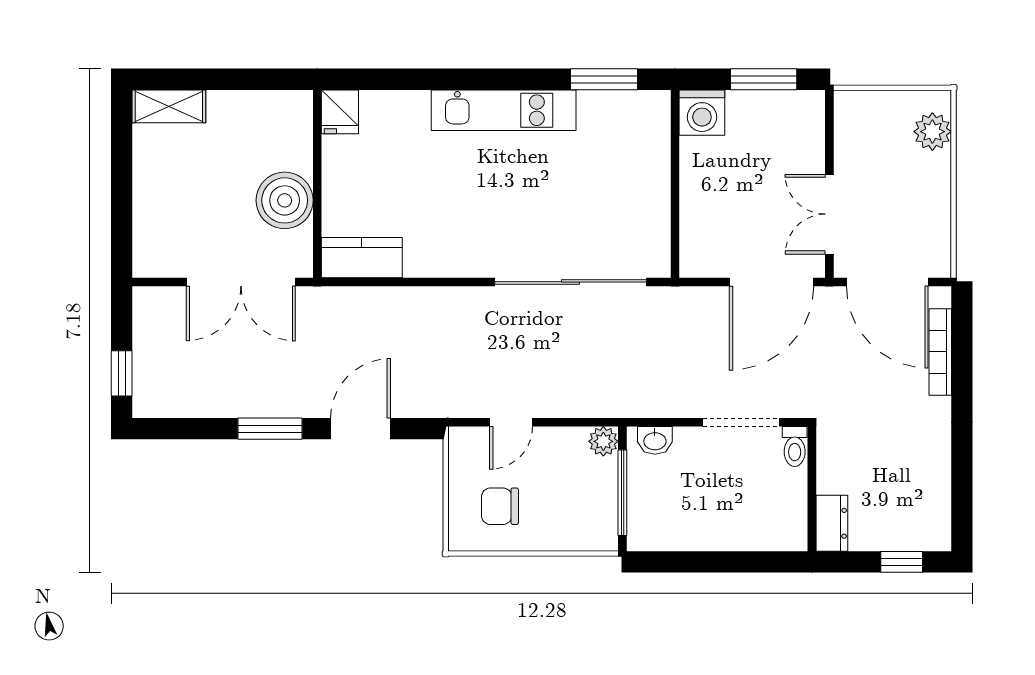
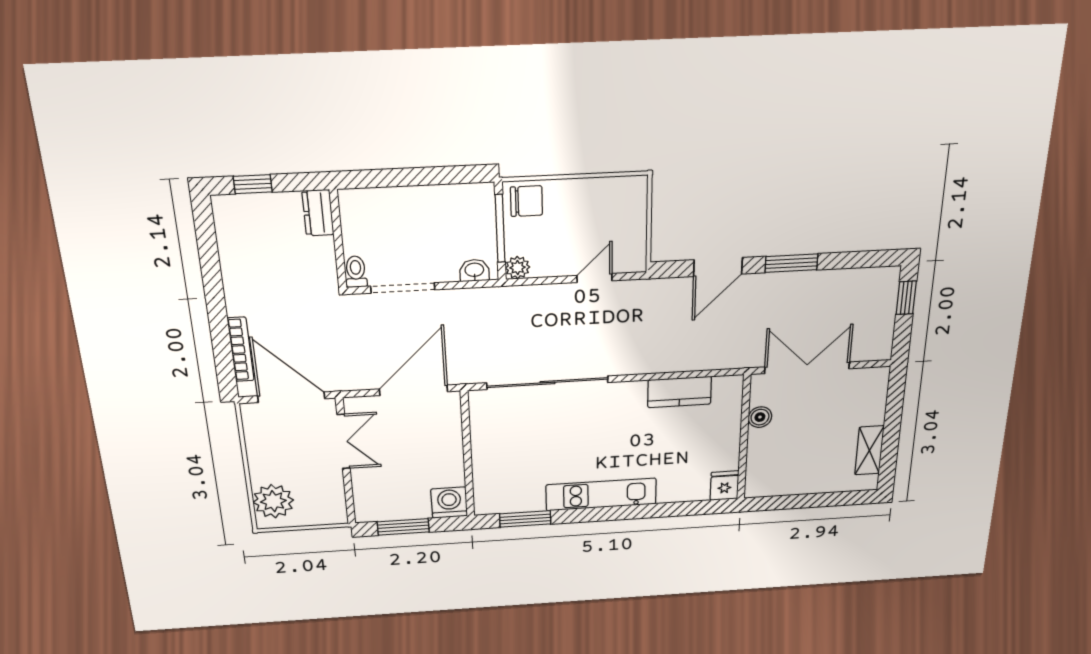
shelving: (169, 106) -> (869, 450), moved, turned 90
plant: (932, 132) -> (273, 501), width x1.36, depth x1.36
boiler: (285, 200) -> (760, 417), width x0.54, depth x0.54
kitchen counter: (362, 258) -> (680, 392), moved
door: (771, 282) -> (414, 390), moved
chair: (500, 506) -> (526, 201), moved

